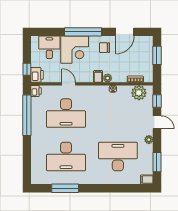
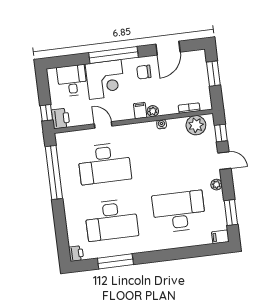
printer: (36, 91) -> (76, 253), moved

